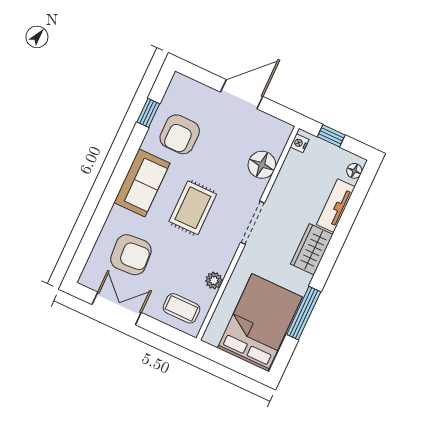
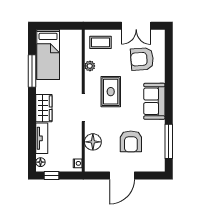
window: (148, 113) -> (169, 141), width x2.17
armchair: (180, 134) -> (131, 141), moved, turned 180
window: (331, 136) -> (51, 176), moved
rug: (193, 208) -> (111, 92), moved
bed: (260, 323) -> (48, 55), width x0.67

